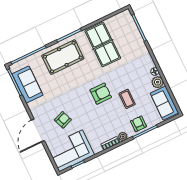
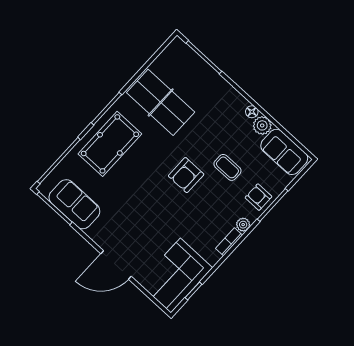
armchair: (101, 94) -> (186, 175), turned 180
armchair: (63, 120) -> (146, 235), removed
door: (38, 130) -> (116, 265), hinge flipped

